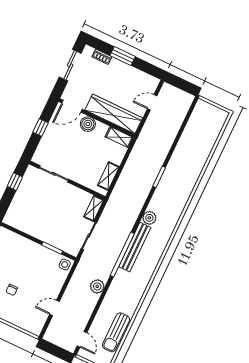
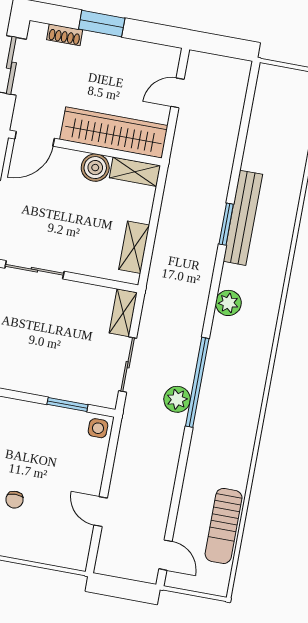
boiler: (88, 124) -> (95, 168), moved
bench: (135, 247) -> (243, 218), moved
plant: (97, 286) -> (177, 399), moved
door: (55, 308) -> (101, 512), hinge flipped

